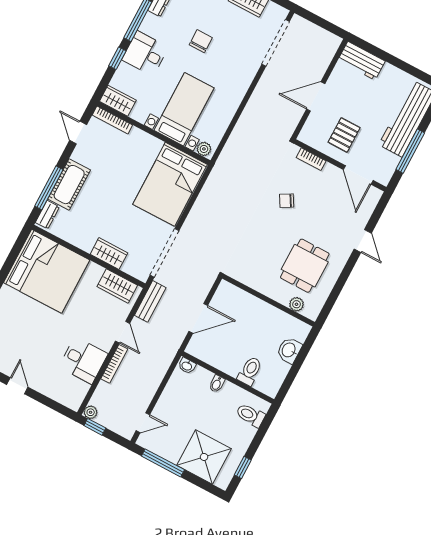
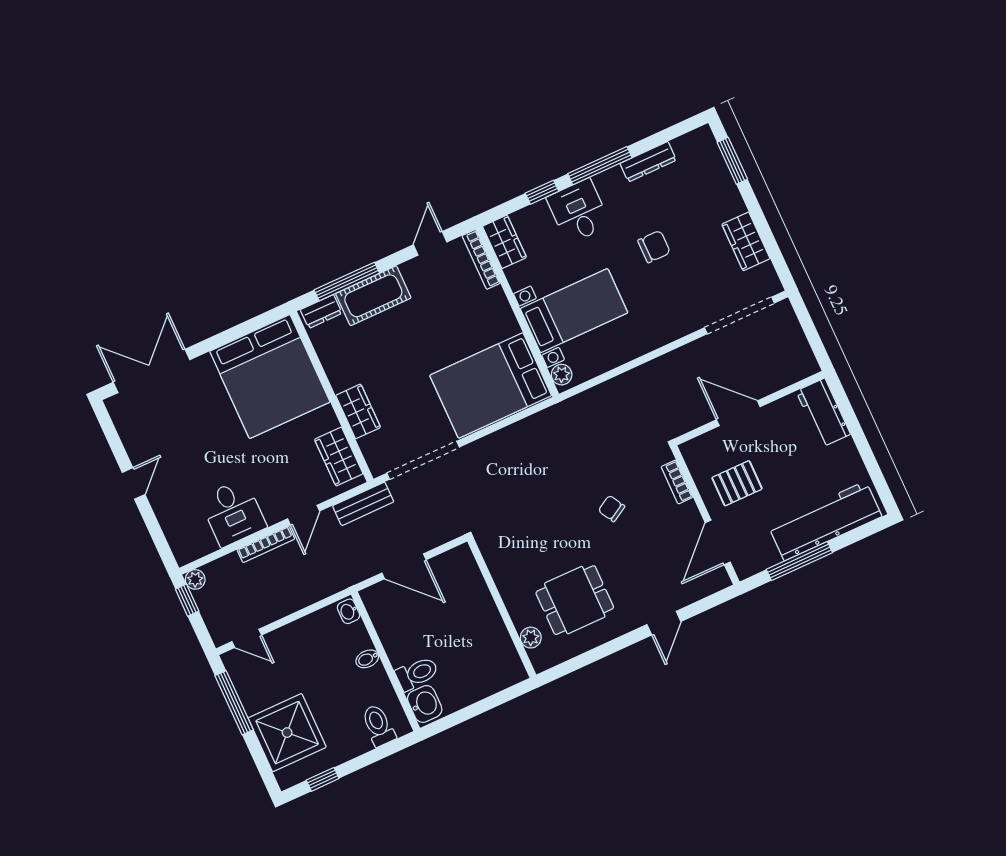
washbasin: (289, 350) -> (425, 704), moved, turned 90

